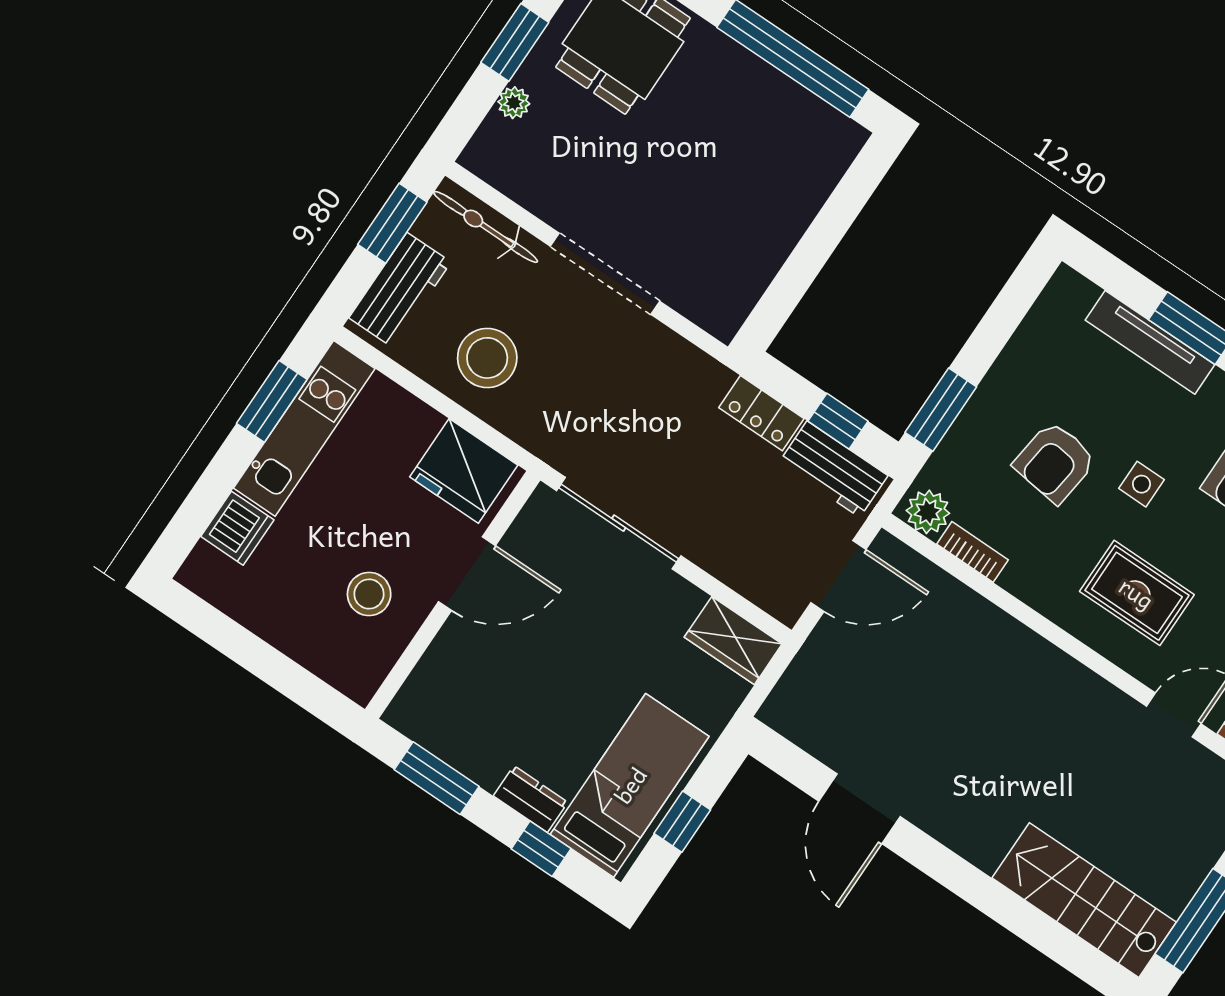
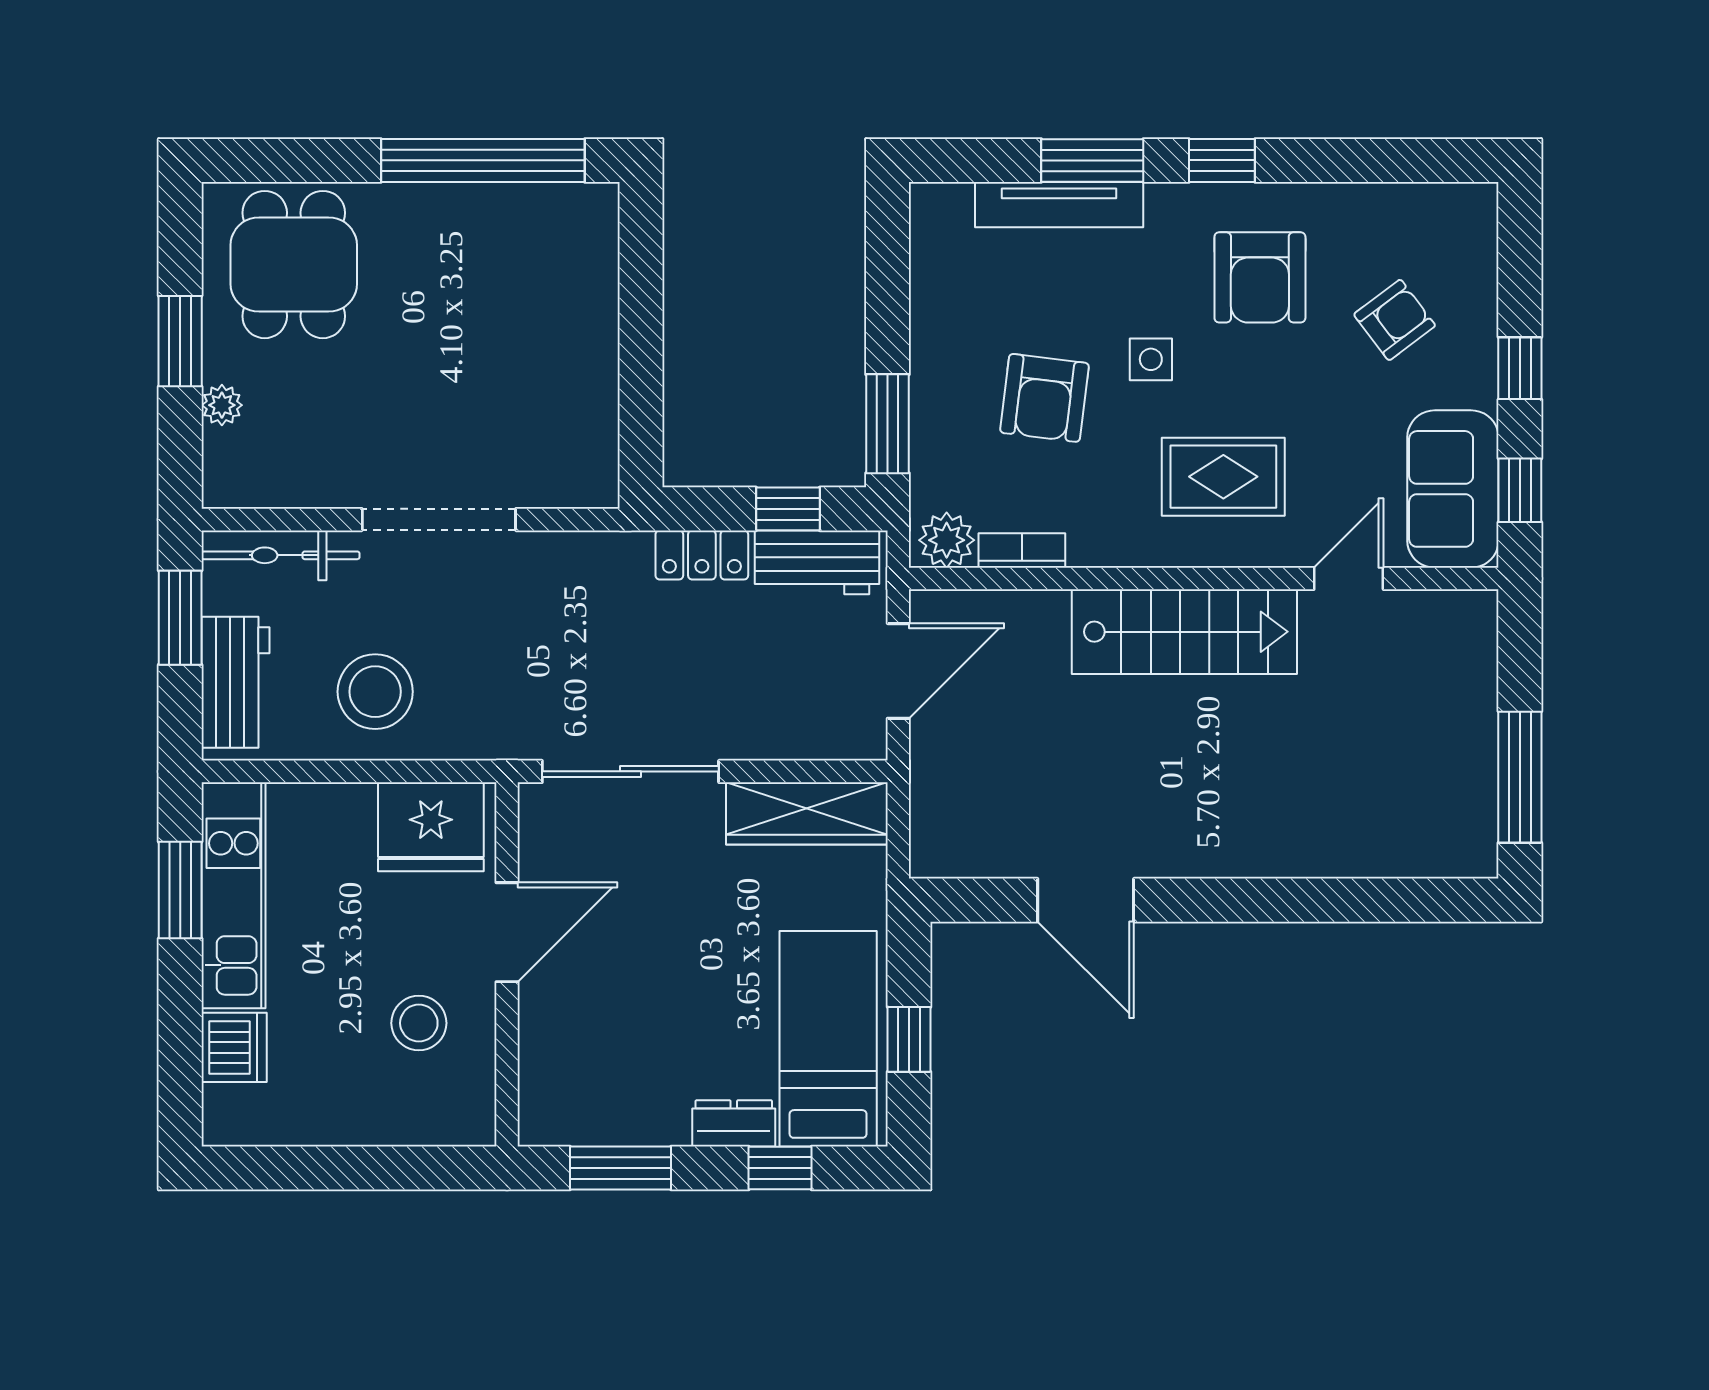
wardrobe: (733, 641) -> (807, 813), width x1.50
stairs: (1084, 900) -> (1184, 632), moved, turned 180

